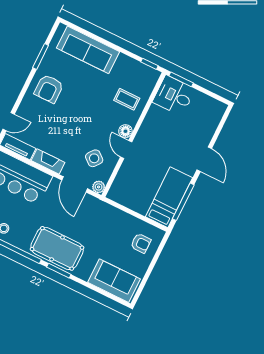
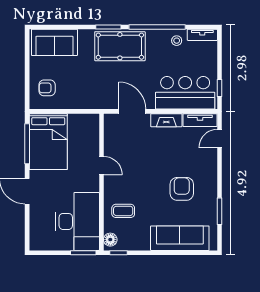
armchair: (49, 89) -> (182, 189), moved
desk: (174, 96) -> (78, 221), width x1.87, depth x1.30
floor lamp: (125, 131) -> (110, 240), moved
side table: (94, 158) -> (126, 143), removed
plant: (99, 187) -> (110, 120), removed
bed: (169, 197) -> (48, 142), width x1.50

